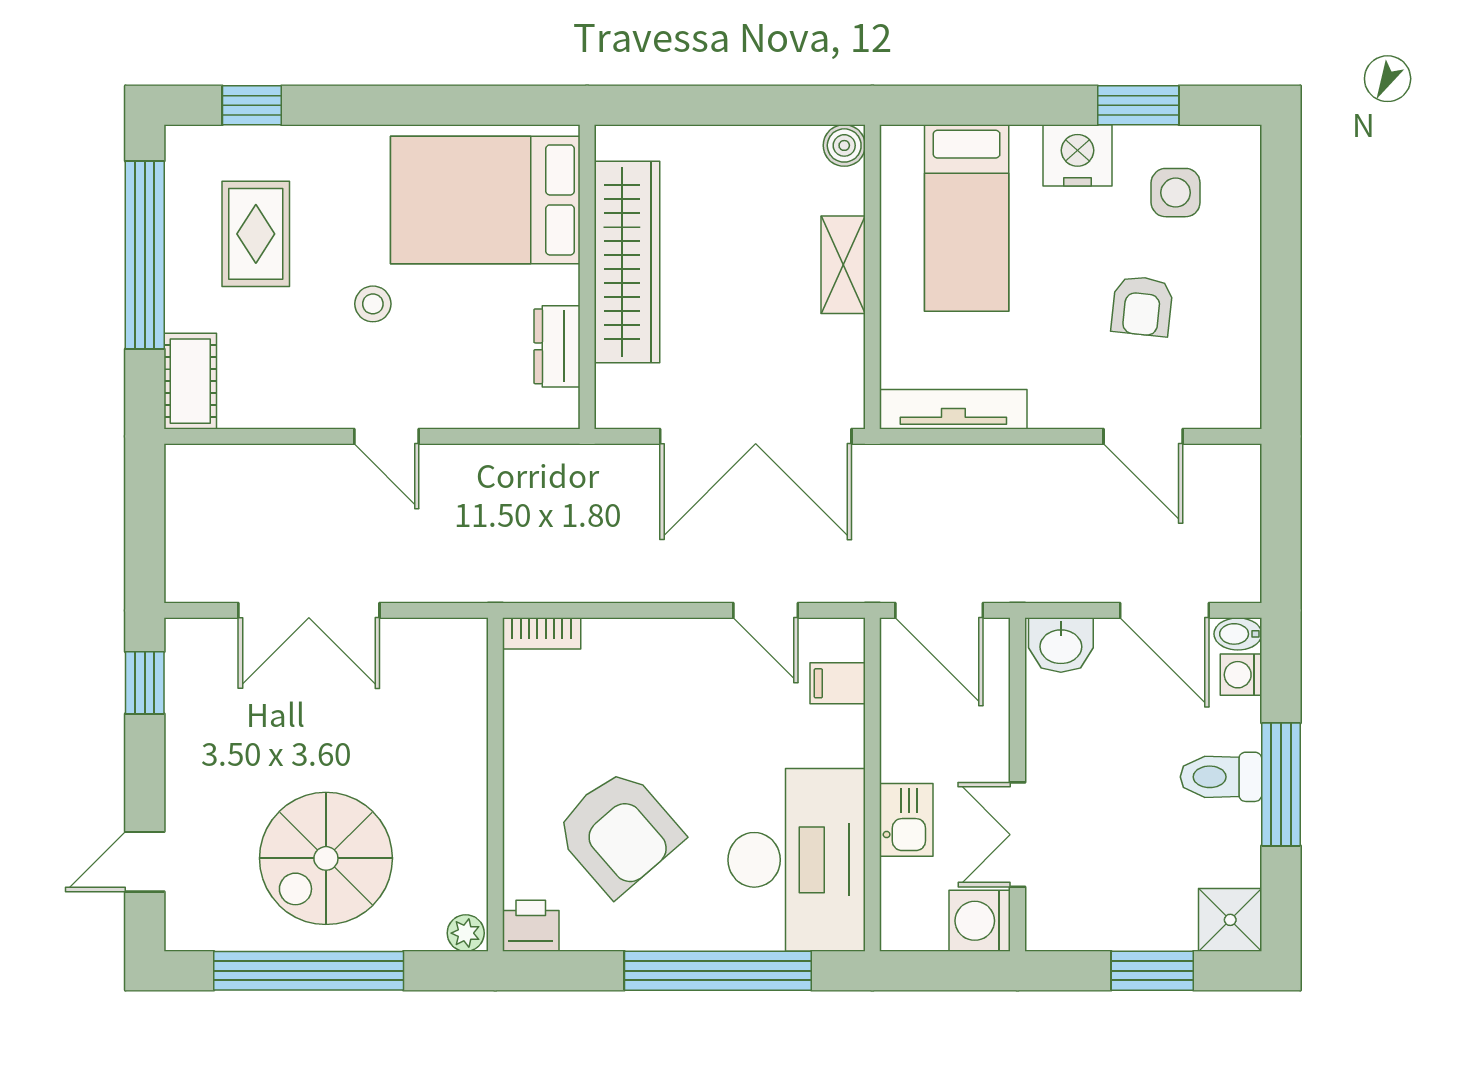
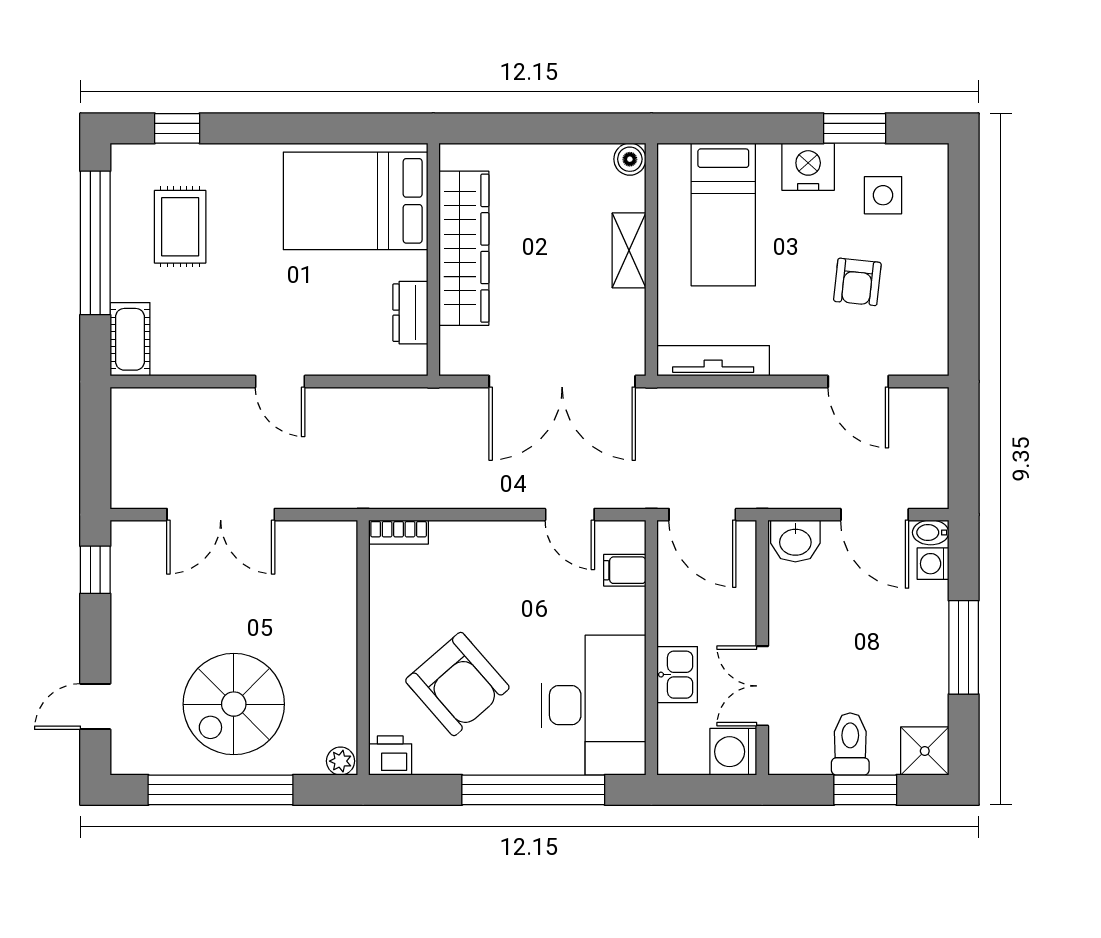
stool: (373, 304) -> (270, 280), removed
toilet: (1221, 777) -> (850, 744), moved, turned 90

